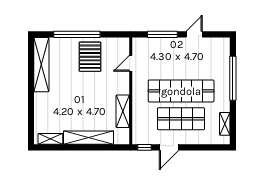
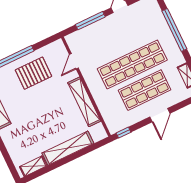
pallet: (90, 57) -> (33, 73), turned 90
shelving: (123, 111) -> (84, 102), width x1.47
door: (169, 147) -> (160, 115), moved

